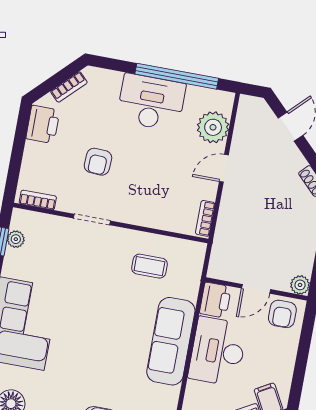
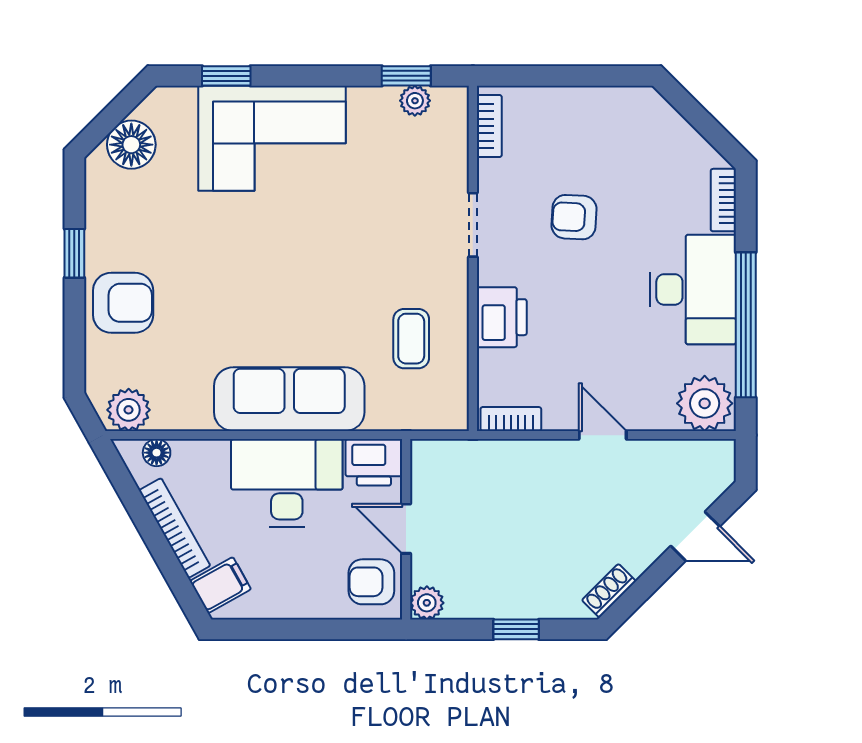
bookcase: (69, 87) -> (723, 200), moved, turned 45
printer: (43, 124) -> (502, 317), moved, turned -90
plant: (213, 127) -> (705, 403), moved

